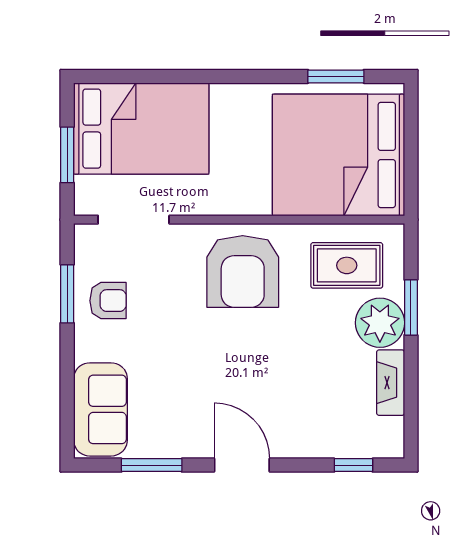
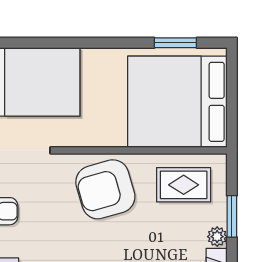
armchair: (243, 271) -> (105, 189), turned 74
plant: (380, 323) -> (217, 237), width x0.53, depth x0.53

